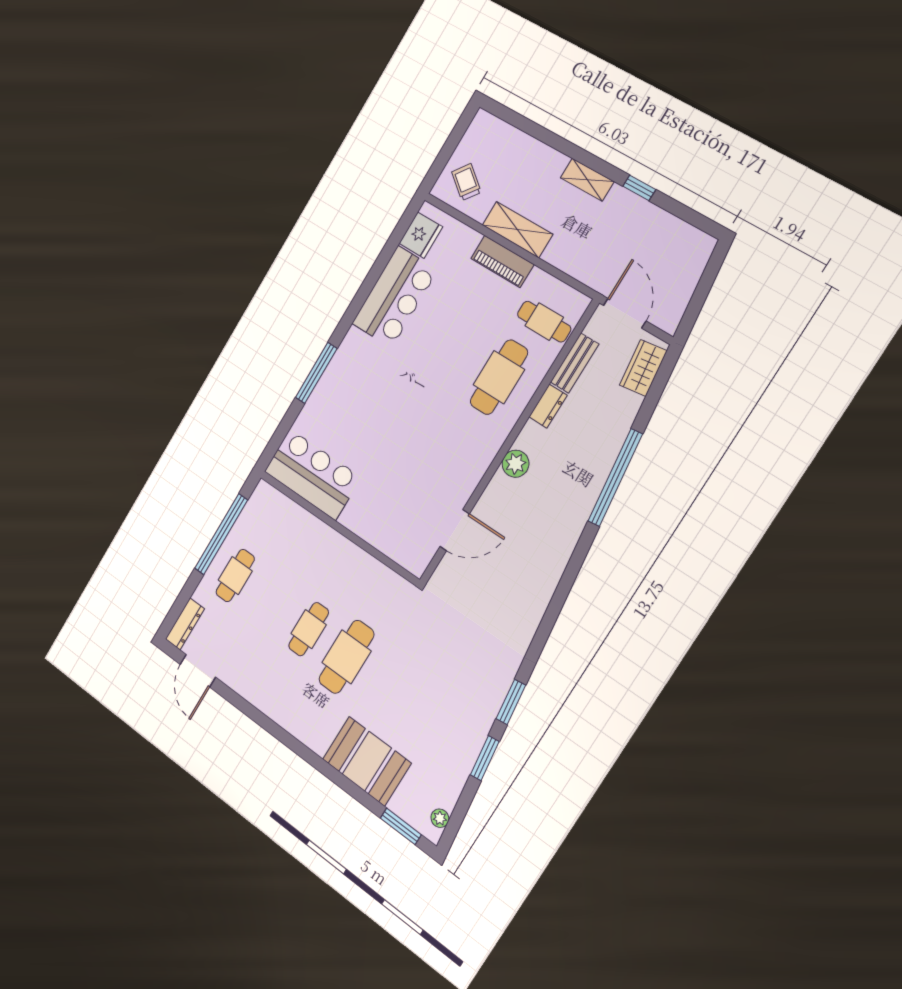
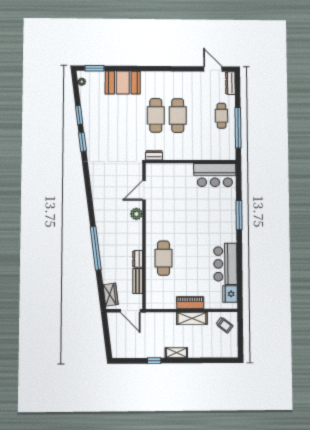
cafe table: (544, 322) -> (159, 290), removed
plant: (516, 464) -> (136, 214), moved
dresser: (396, 584) -> (154, 155), added
cafe table: (309, 629) -> (178, 116), width x1.37, depth x1.35

